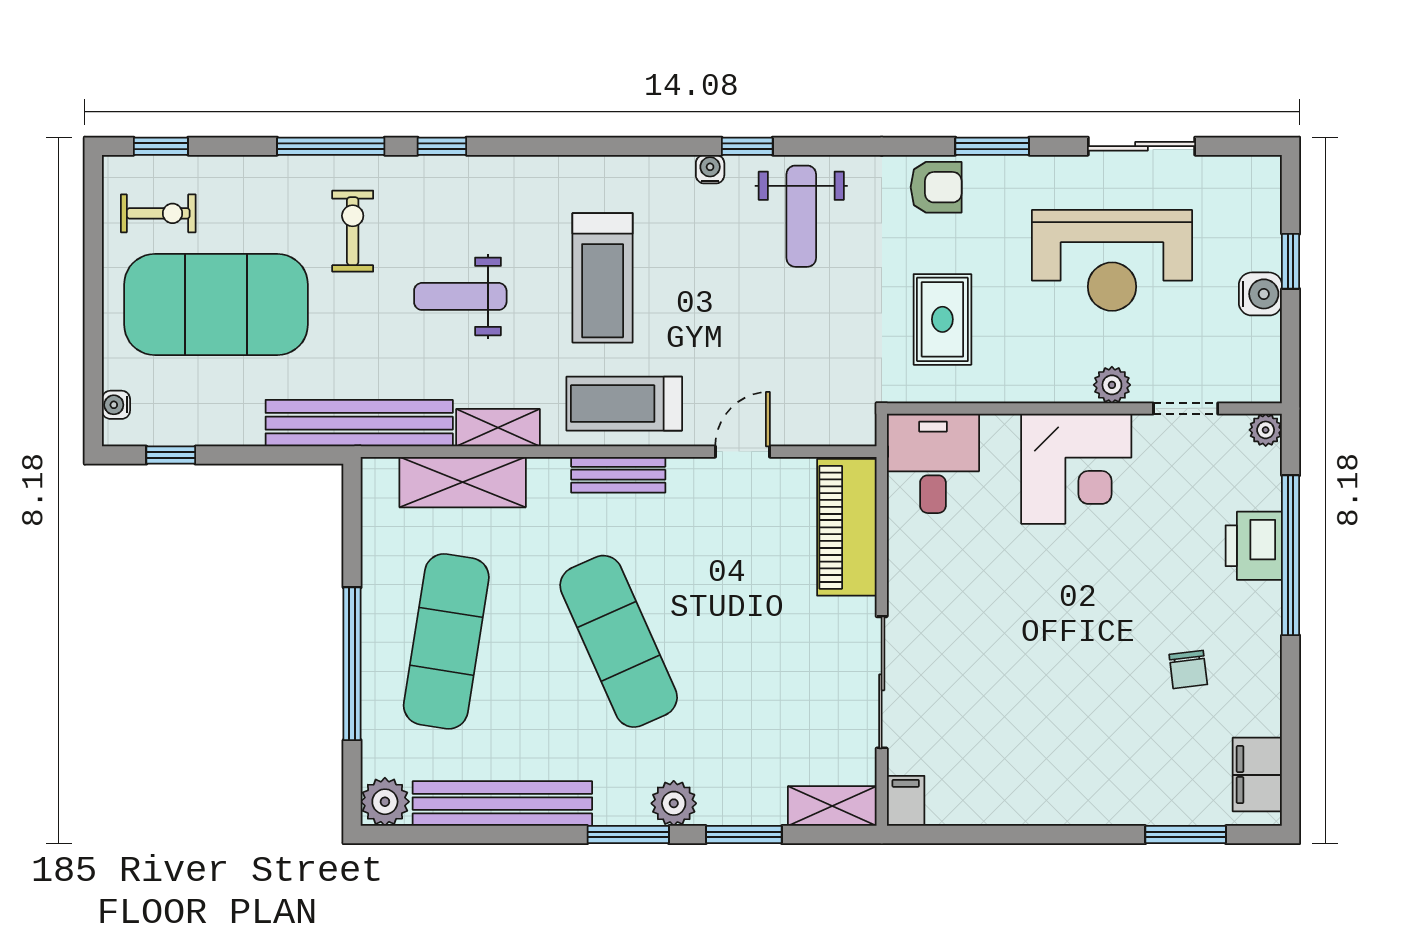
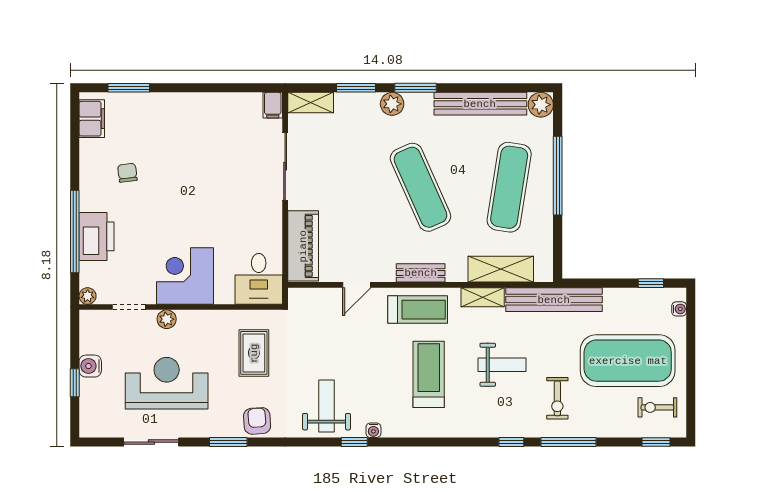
armchair: (936, 187) -> (257, 421), turned 86
printer: (1254, 546) -> (96, 236), width x1.37, depth x1.19

